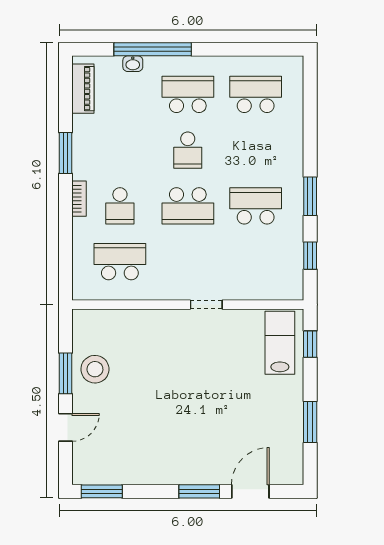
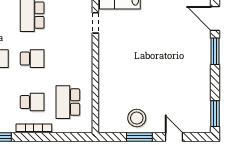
bookcase: (79, 199) -> (34, 128), width x1.56
school desk: (188, 206) -> (32, 59), width x0.54
doorway: (206, 305) -> (95, 23), moved

